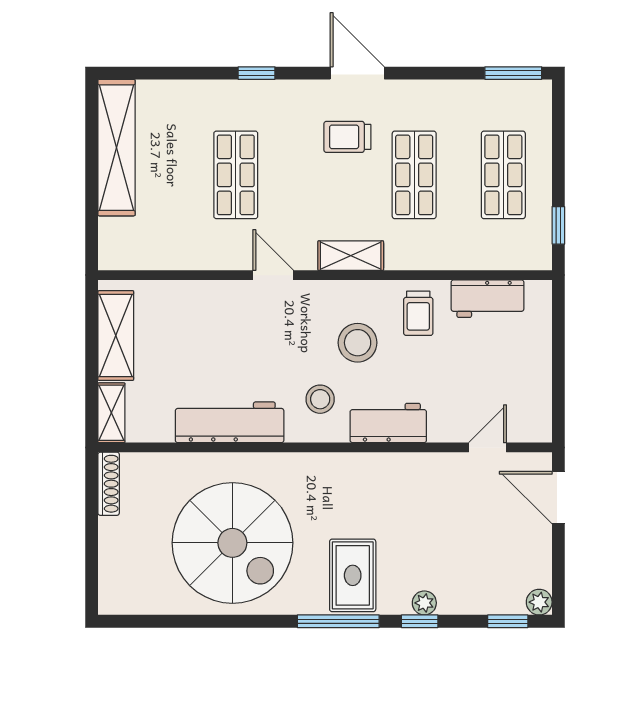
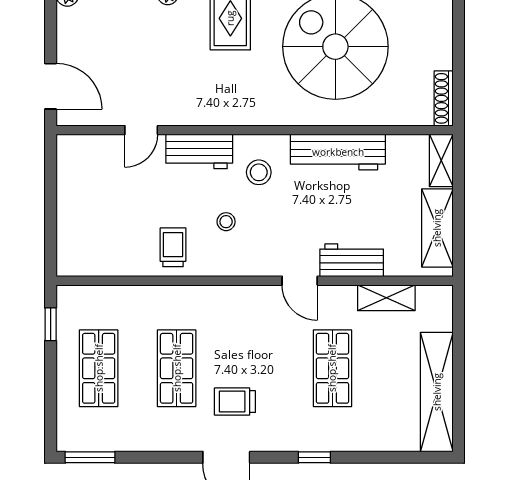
trolley: (347, 137) -> (235, 402), turned 180
shelving: (351, 256) -> (386, 298), moved
workbench: (488, 299) -> (352, 260), moved
stool: (358, 343) -> (226, 222), width x0.53, depth x0.53
door: (488, 447) -> (141, 130), moved

